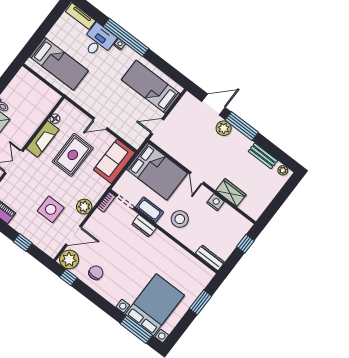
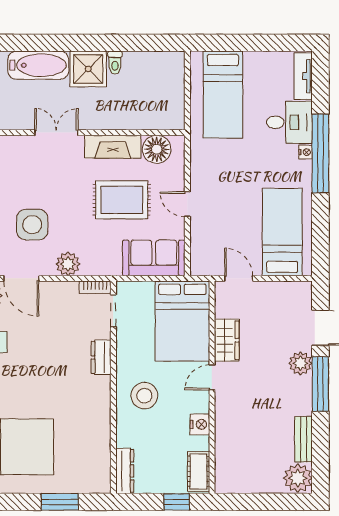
floor lamp: (55, 119) -> (157, 149), width x1.89, depth x1.89
plant: (283, 170) -> (298, 478), width x1.87, depth x1.87
wardrobe: (231, 193) -> (227, 340), moved
cot: (149, 210) -> (199, 471), moved

